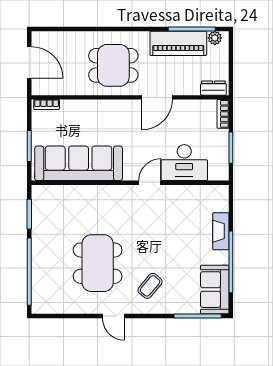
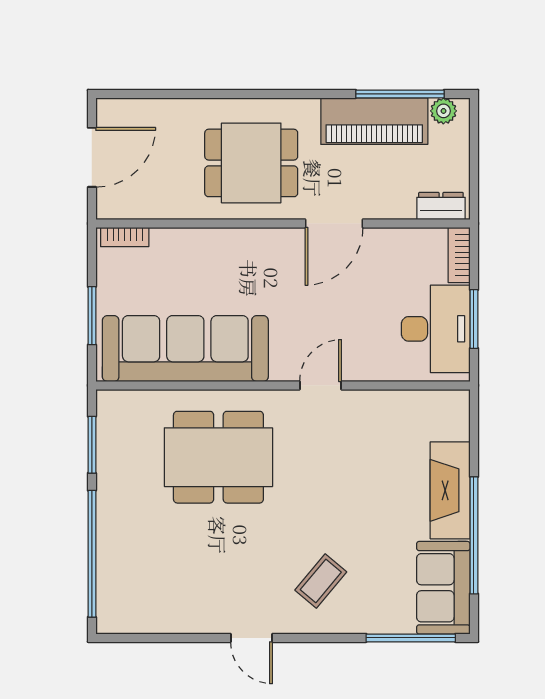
door: (29, 62) -> (92, 157), hinge flipped
desk: (184, 163) -> (436, 329), moved, turned -90
fireplace: (221, 231) -> (450, 490), width x1.37, depth x1.32
dining table: (98, 263) -> (218, 457), moved, turned 90

